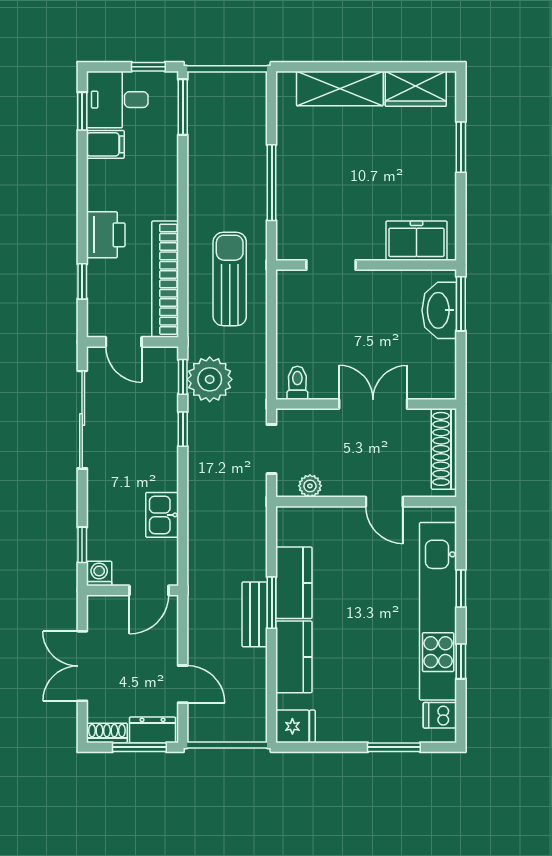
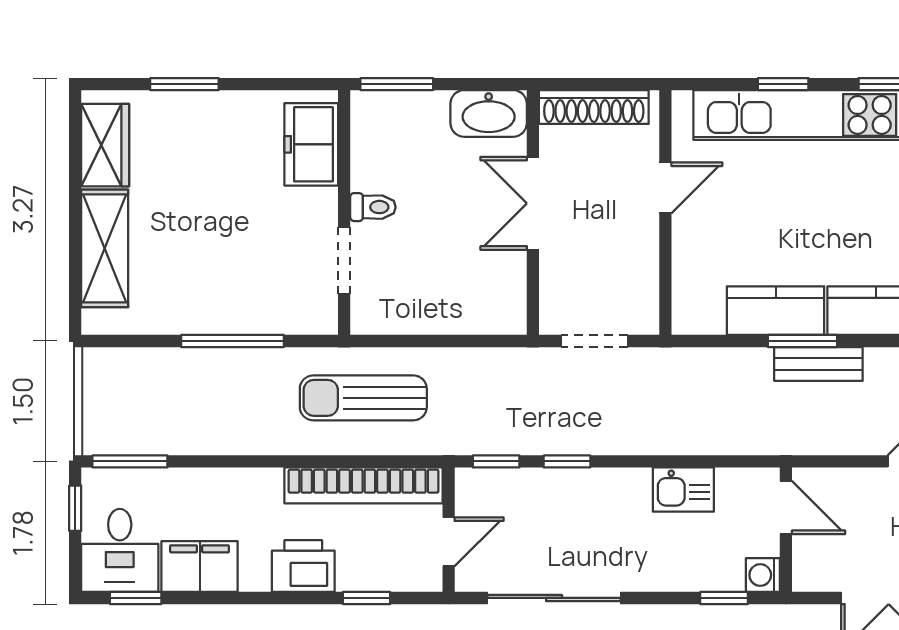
filing cabinet: (105, 144) -> (200, 567), width x2.00
washbasin: (439, 310) -> (489, 113), moved
plant: (210, 379) -> (499, 425), removed
toilet: (297, 383) -> (373, 207), moved, turned 180
plant: (310, 486) -> (644, 289), removed

